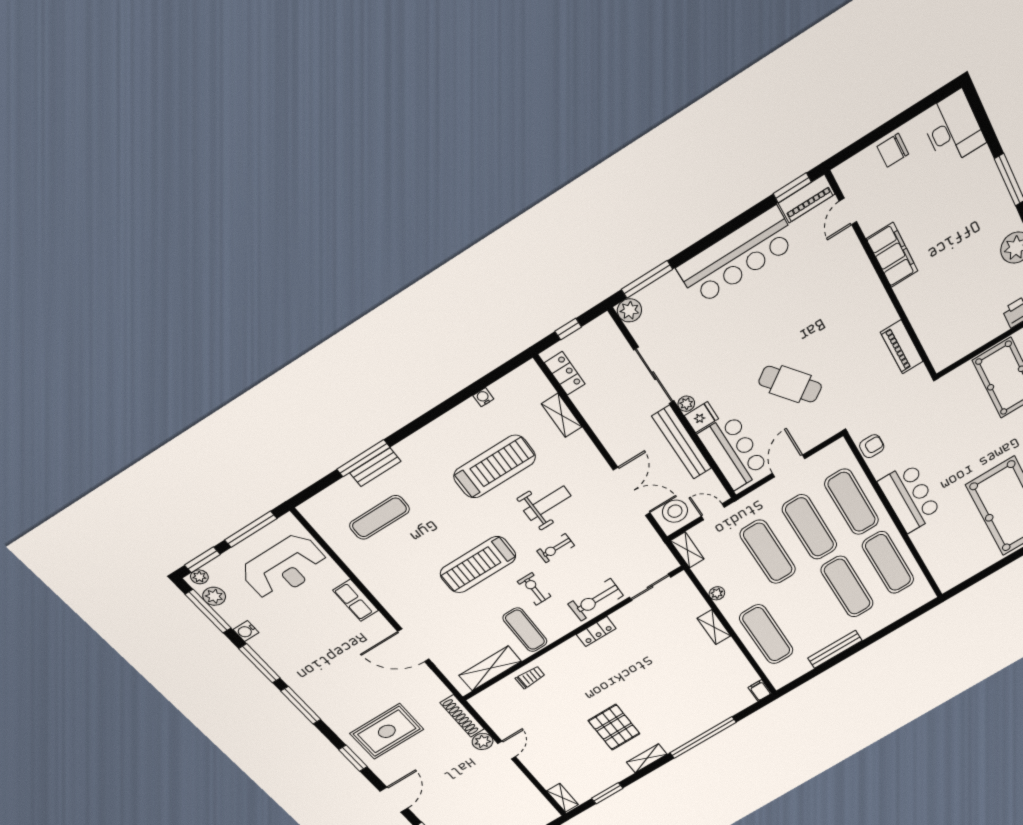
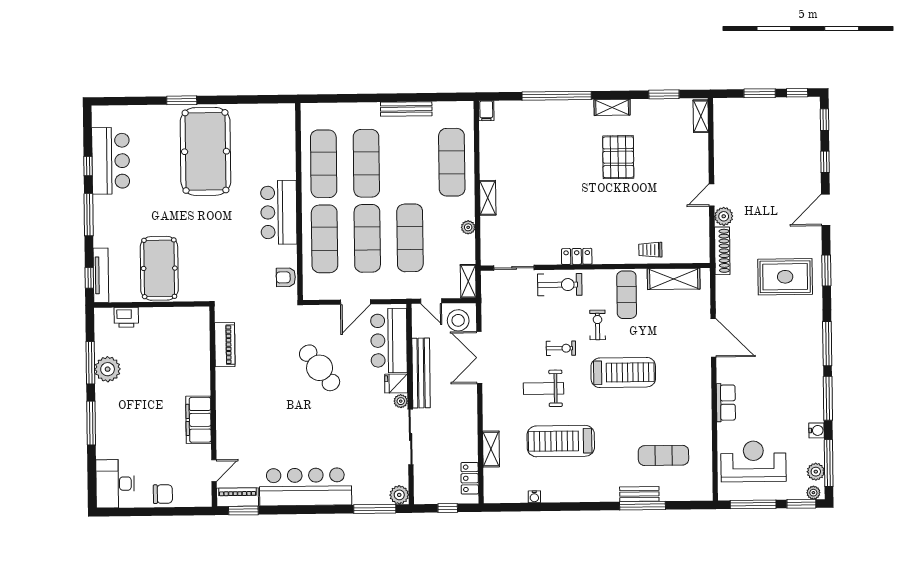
exercise bike: (534, 589) -> (598, 325), turned 180

